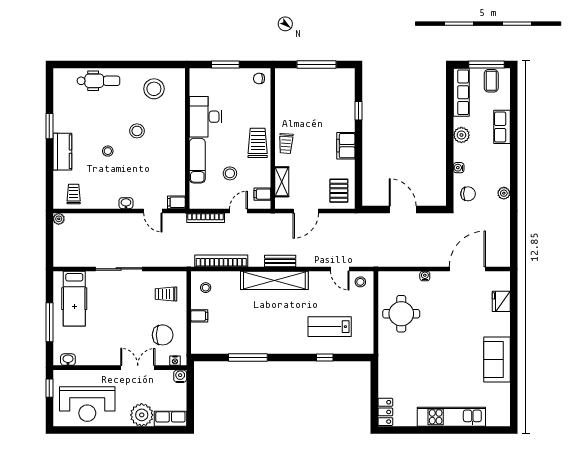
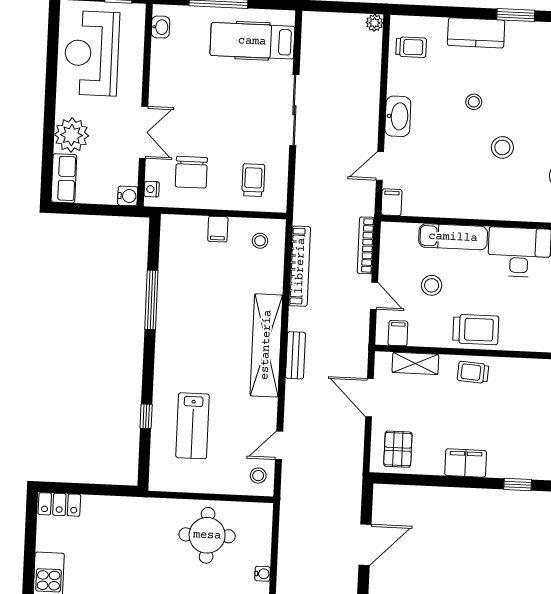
pallet: (339, 191) -> (398, 449), turned 90
washbasin: (126, 203) -> (398, 116), width x1.91, depth x1.45
lab bench: (330, 327) -> (193, 426), turned 180

